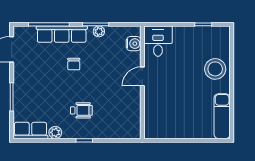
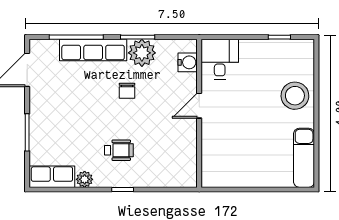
plant: (99, 31) -> (142, 53), width x1.87, depth x1.87
chair: (74, 64) -> (127, 91), moved

